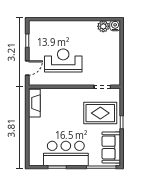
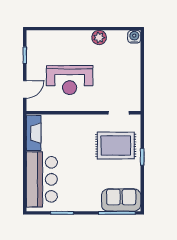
plant: (103, 26) -> (99, 37), moved
reception desk: (63, 60) -> (70, 80), turned 180
sofa: (111, 147) -> (121, 200), moved, turned 90
bar counter: (66, 154) -> (42, 179), moved, turned 90

